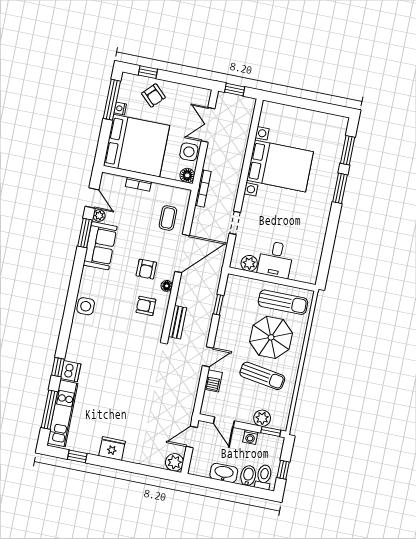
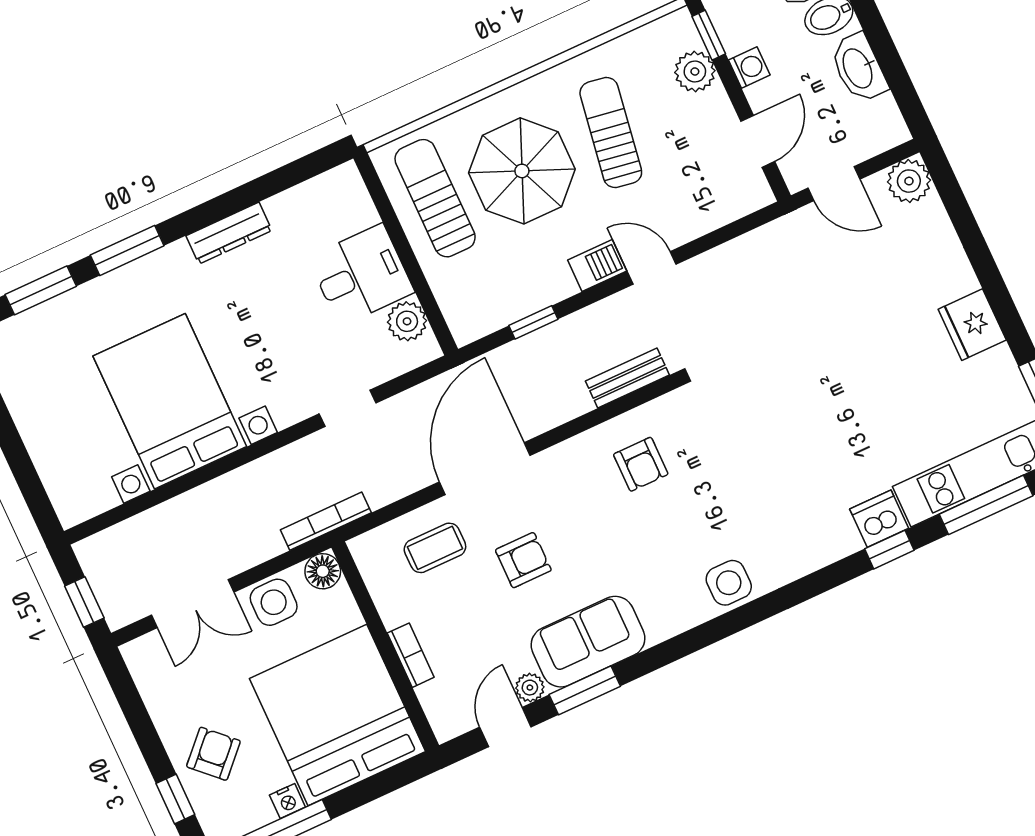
dresser: (321, 226) -> (229, 233), added
door: (182, 253) -> (485, 469), hinge flipped
armchair: (146, 269) -> (523, 560), moved
floor lamp: (167, 286) -> (571, 452), removed
barbecue: (213, 381) -> (597, 265), moved

